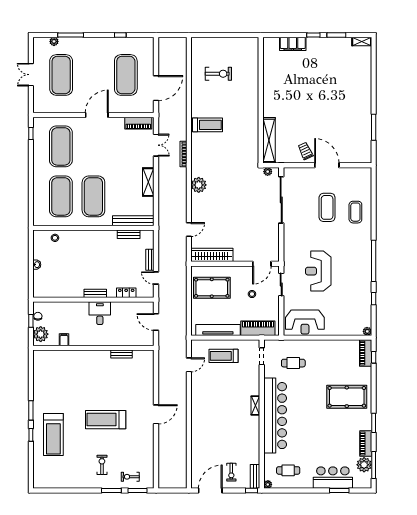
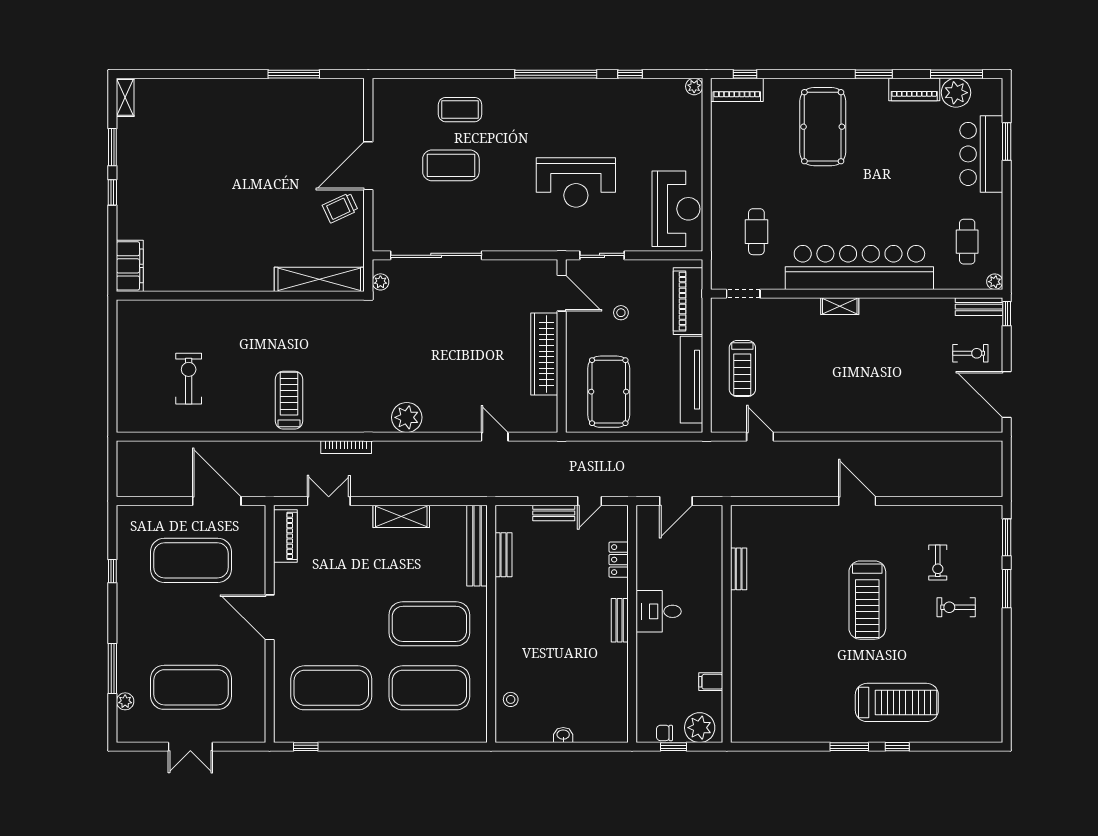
filing cabinet: (293, 44) -> (130, 266), moved
wardrobe: (212, 255) -> (544, 354), moved
exercise bike: (130, 477) -> (938, 562), moved

